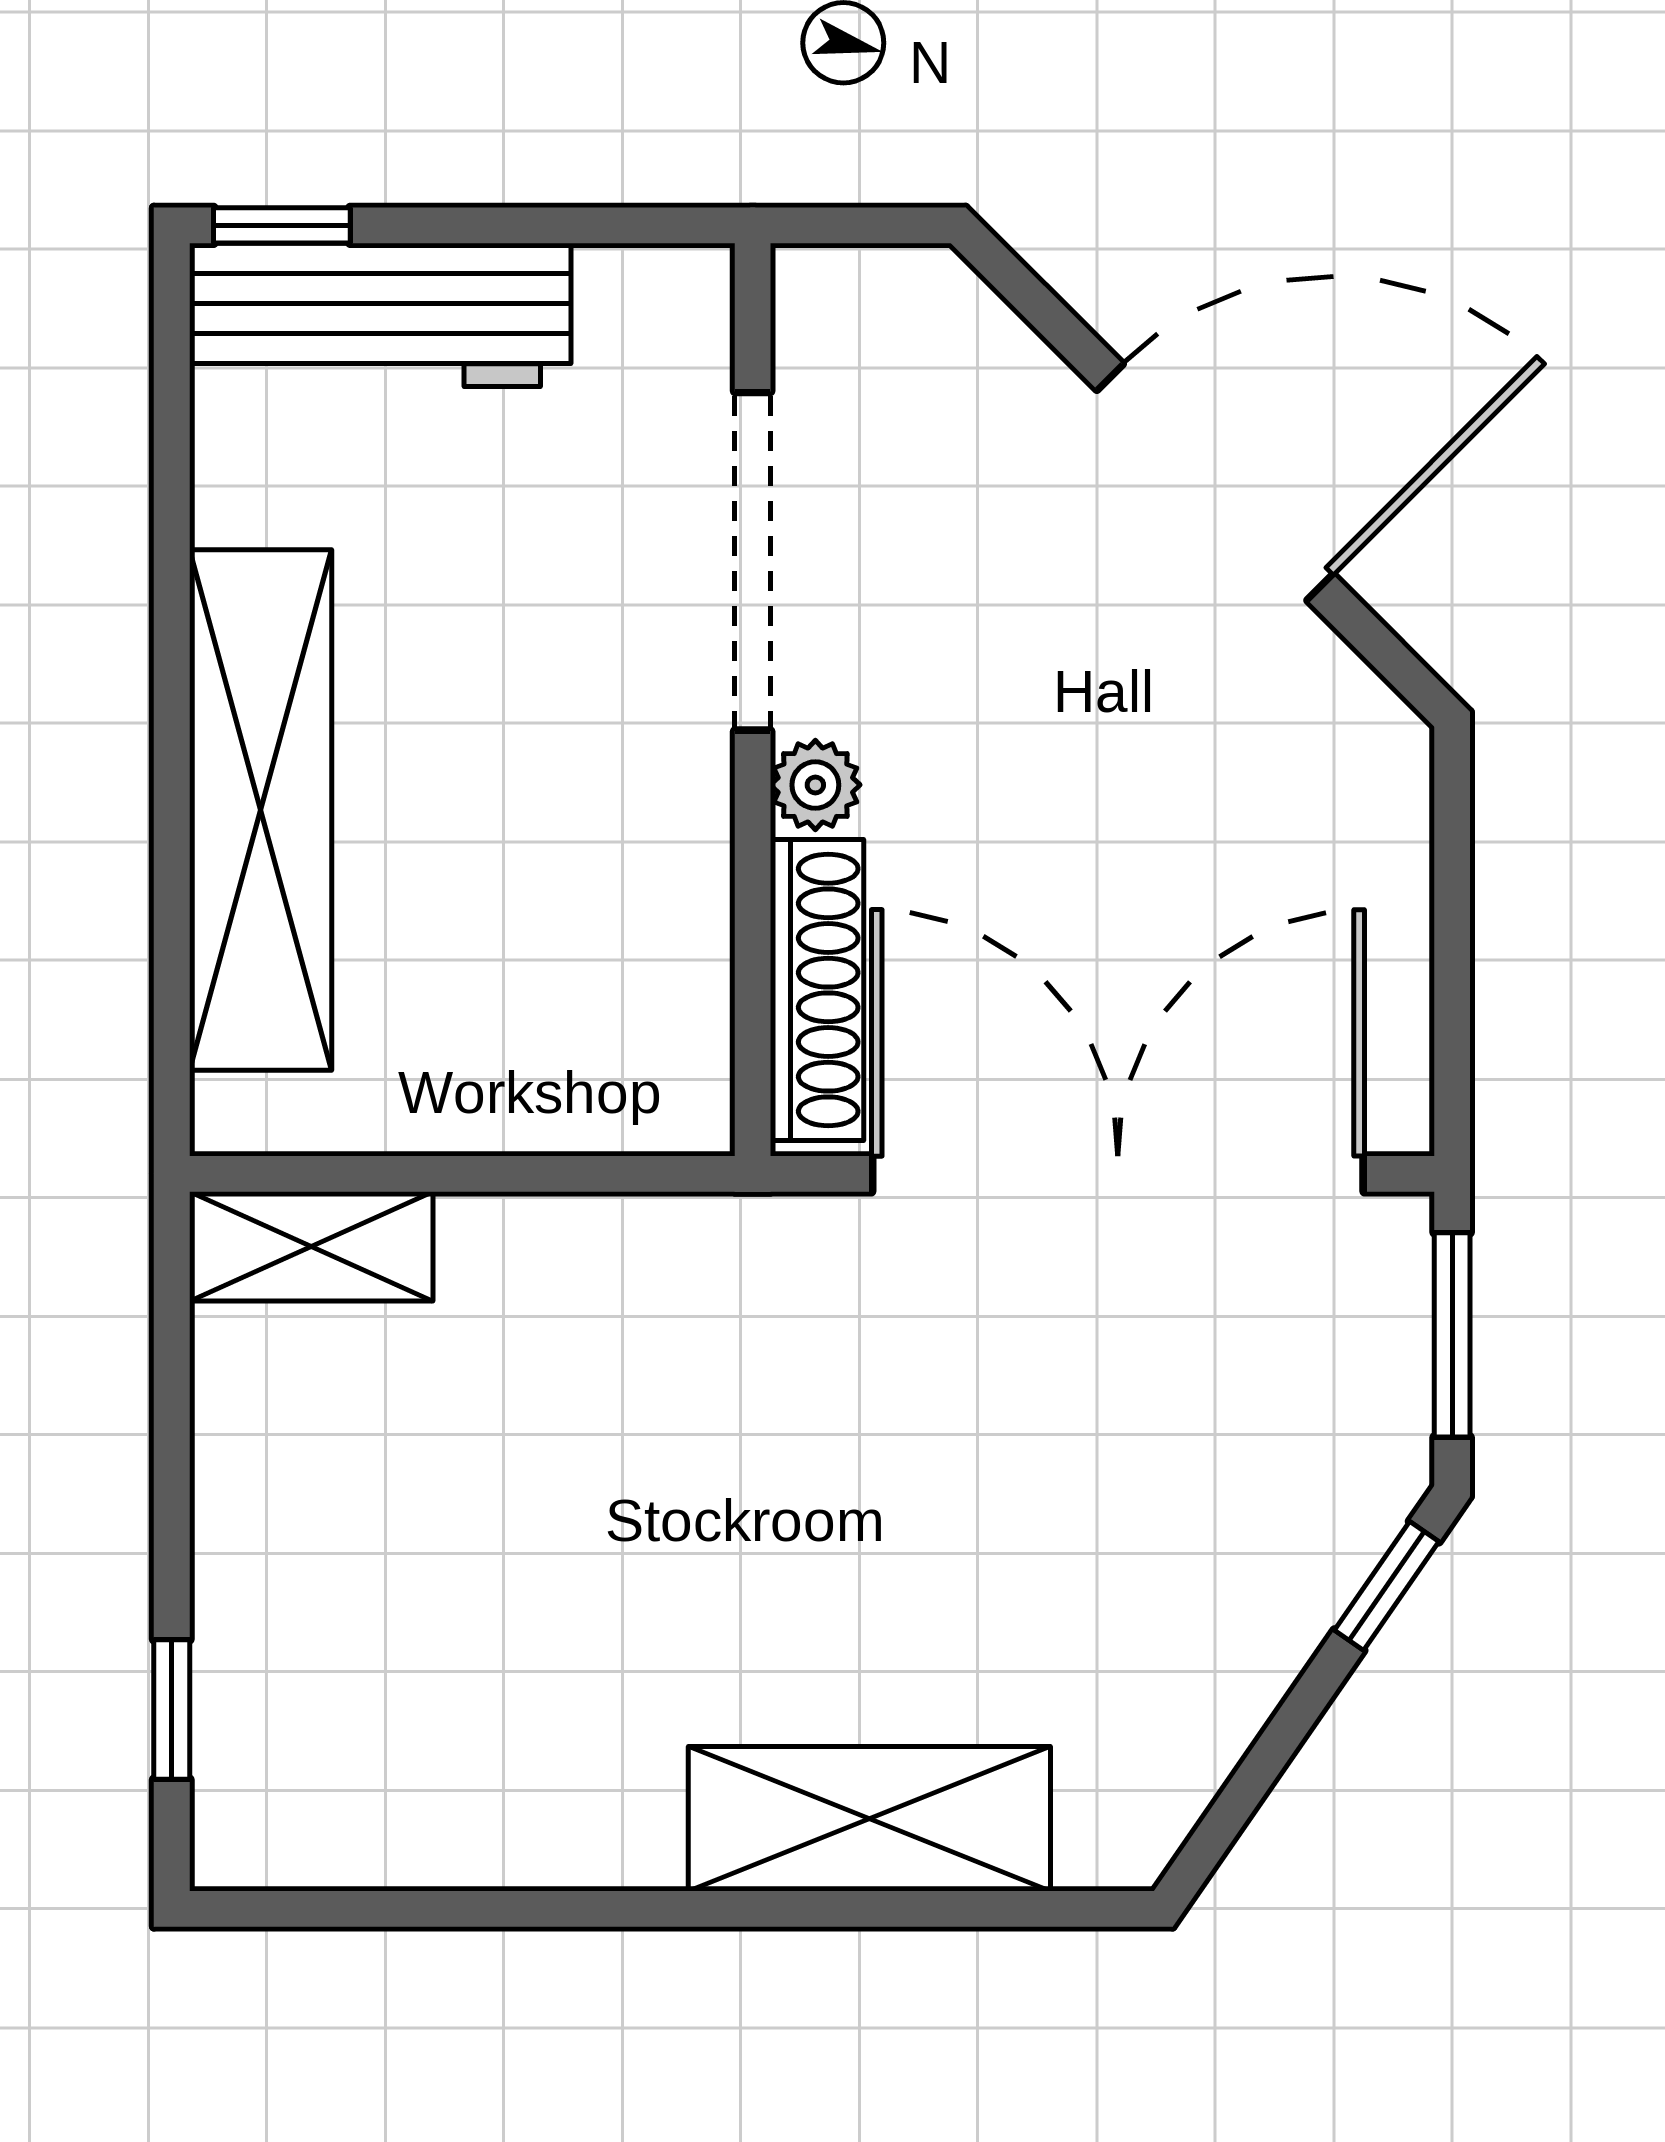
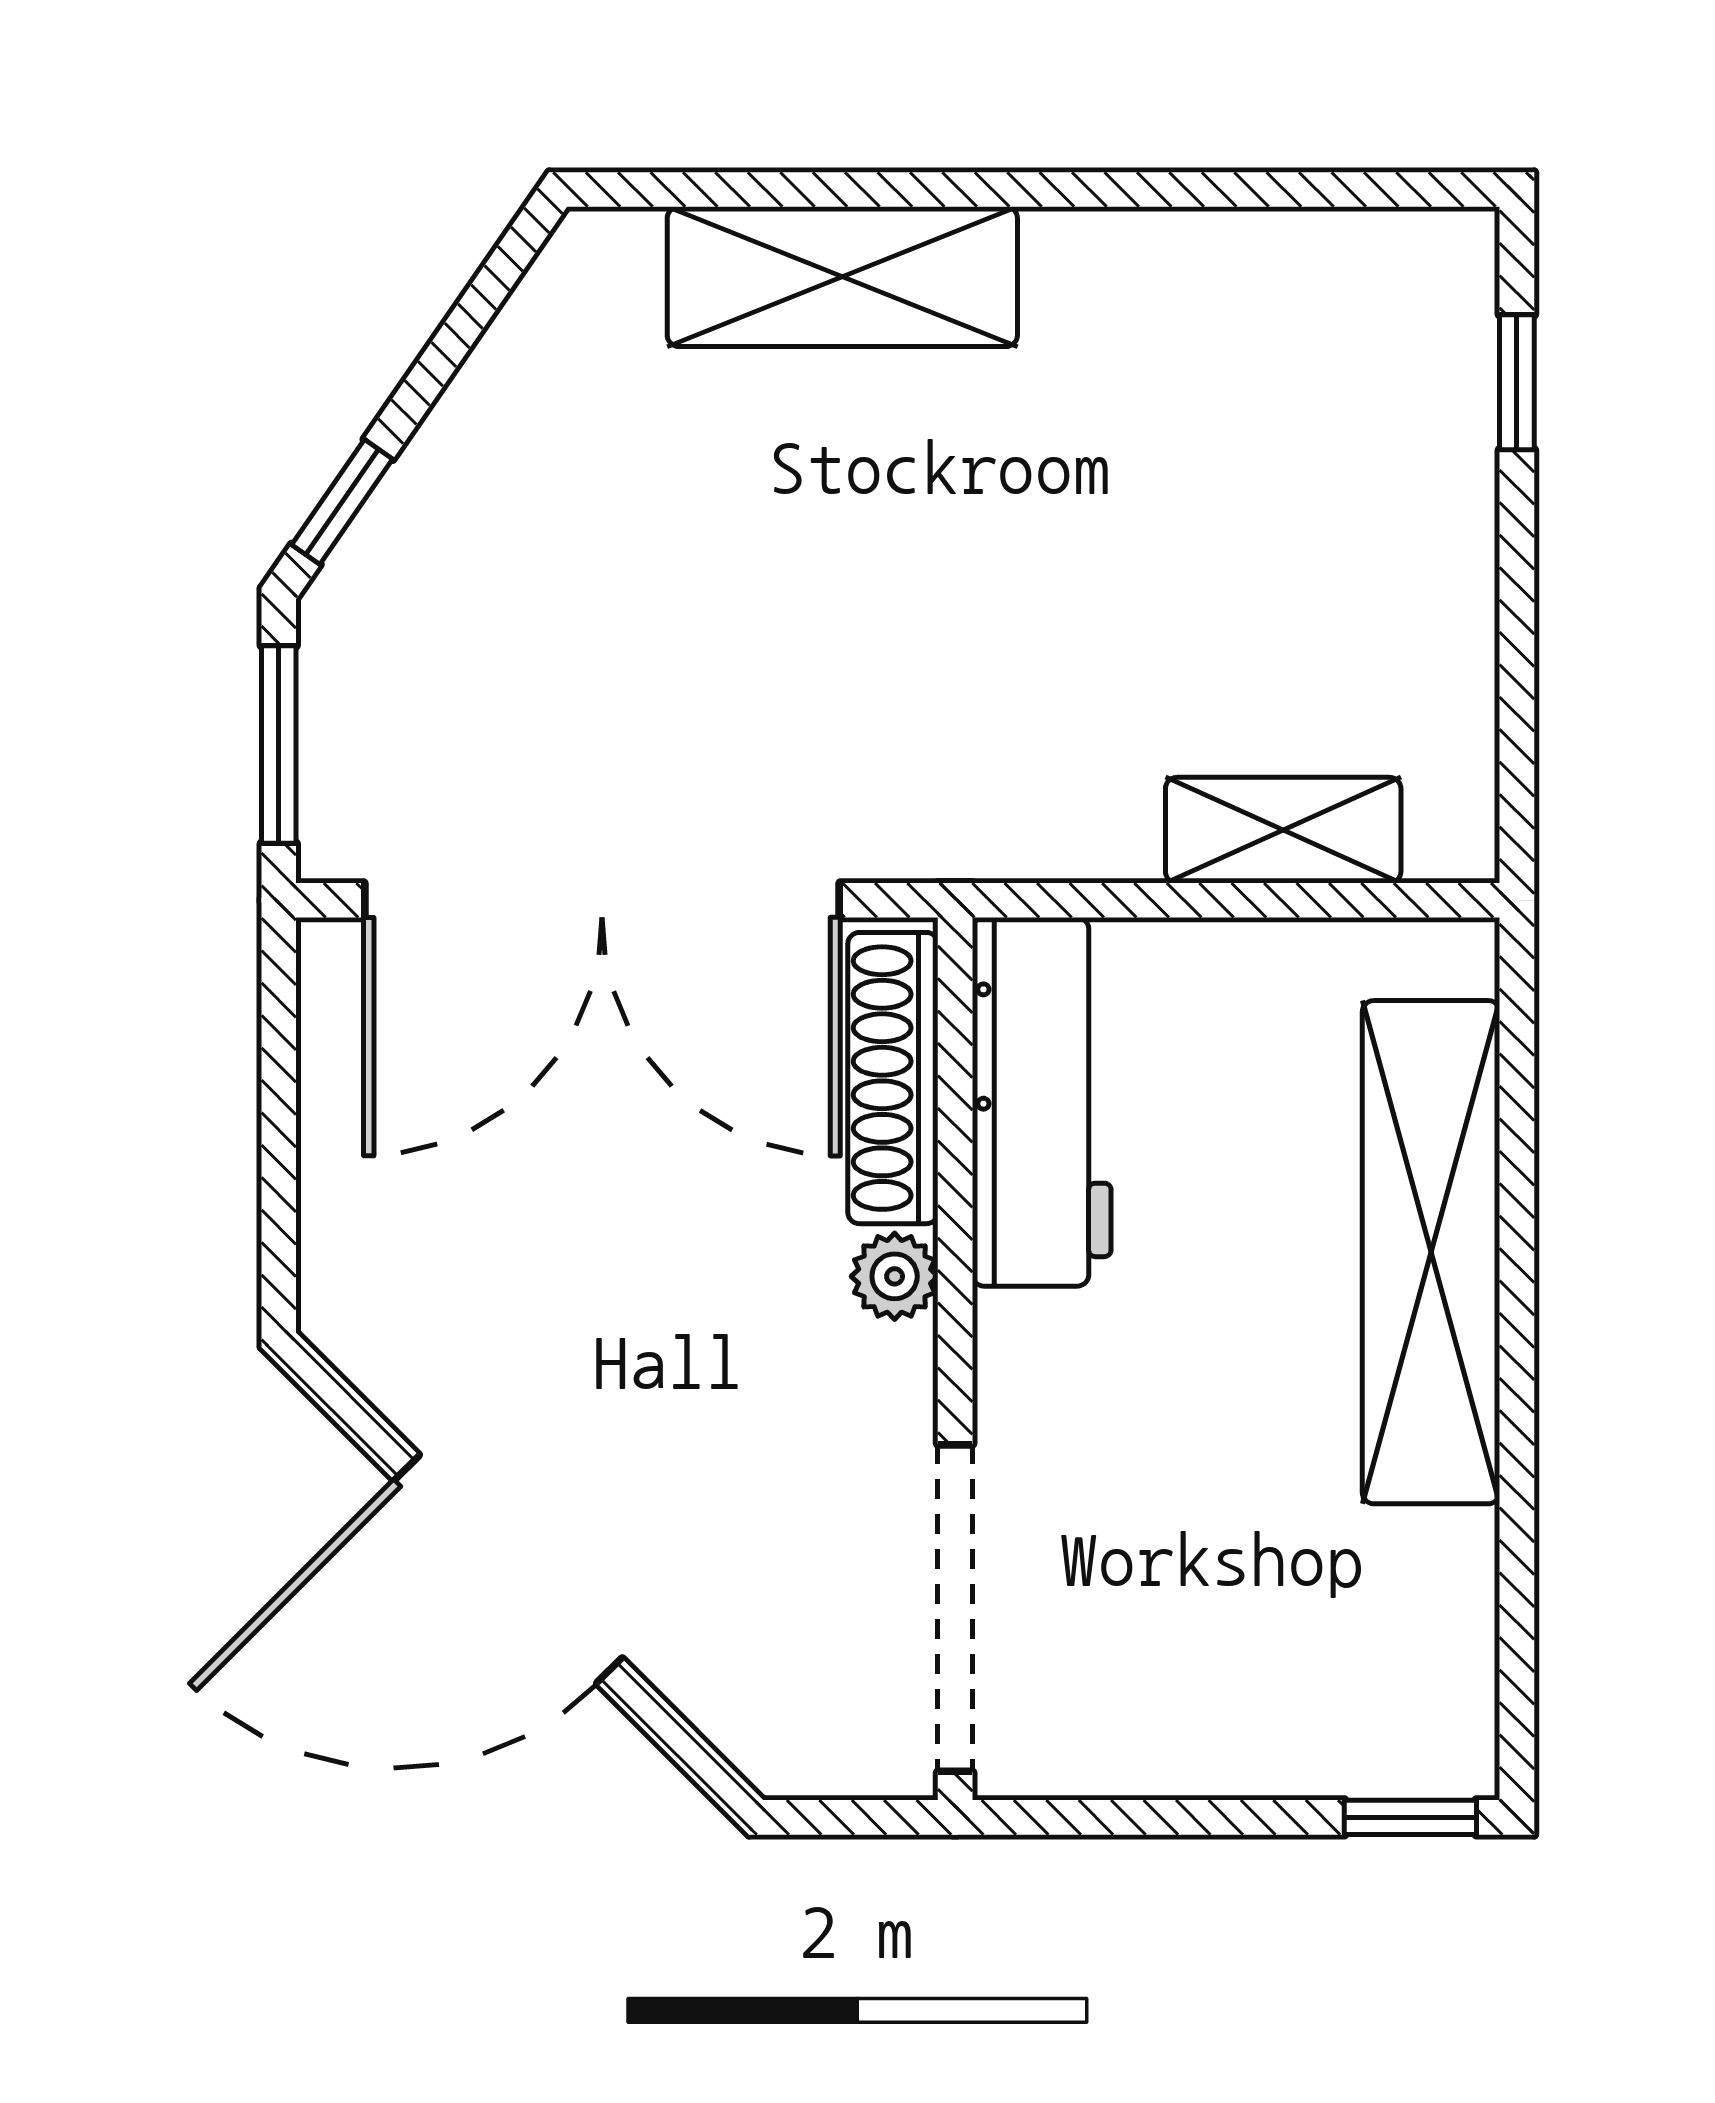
workbench: (380, 315) -> (1042, 1102), moved, turned 90
doorway: (753, 561) -> (955, 1608), moved
shelving: (311, 1246) -> (1283, 830), moved

